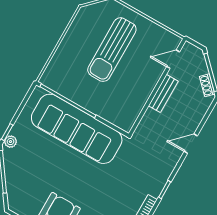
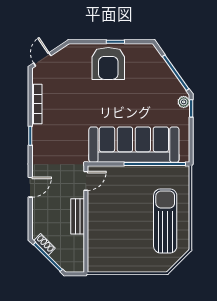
sun lounger: (112, 50) -> (165, 221), moved
door: (173, 59) -> (86, 181), moved

